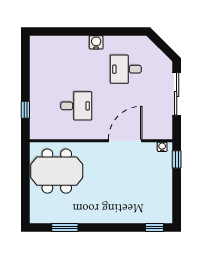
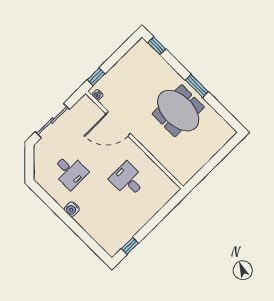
window: (25, 110) -> (130, 246), moved
meeting table: (57, 171) -> (178, 111), moved
window: (65, 228) -> (197, 86), moved

